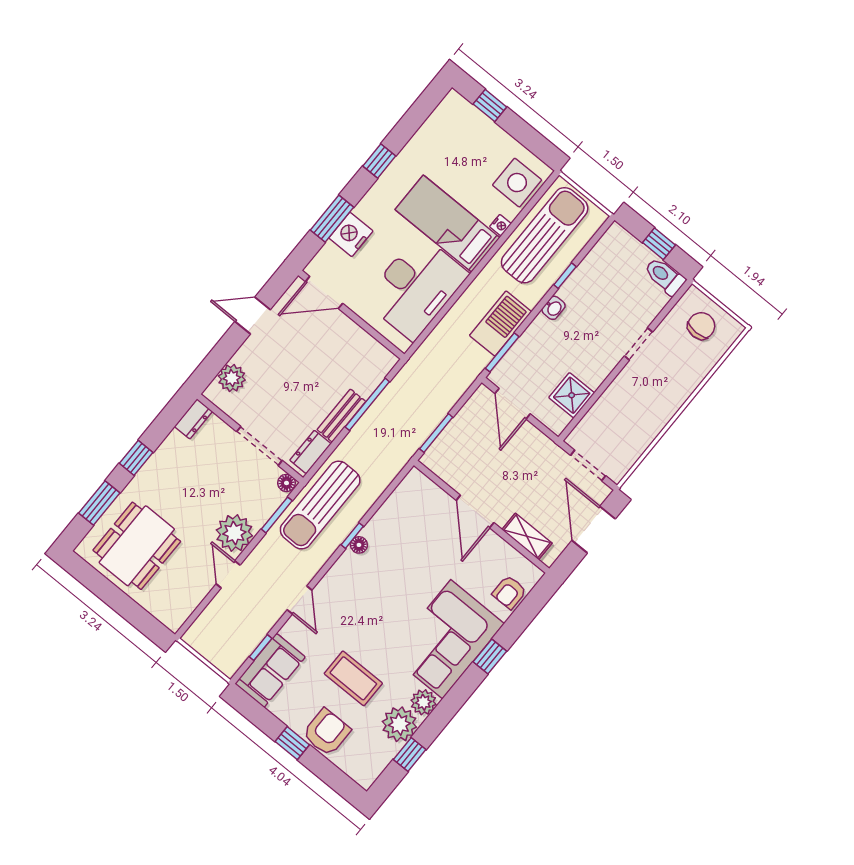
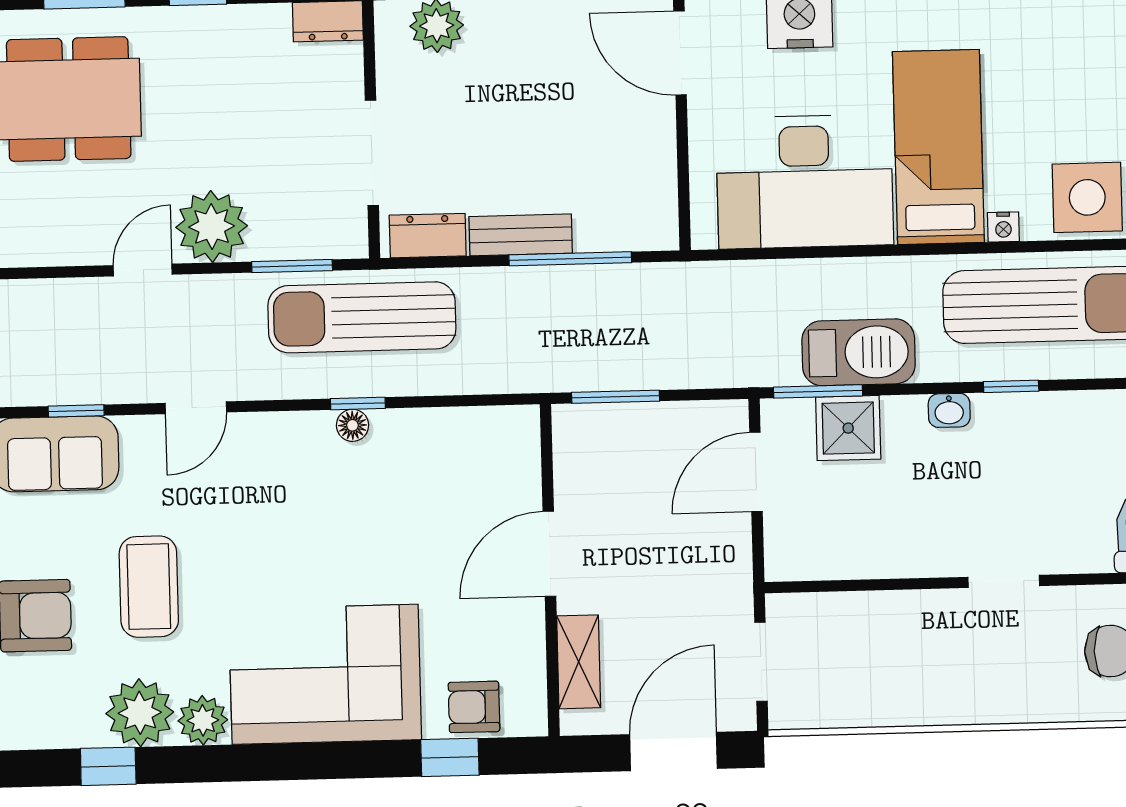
shower: (572, 395) -> (848, 428), moved
floor lamp: (286, 483) -> (352, 240), removed
window: (490, 657) -> (450, 757), moved

